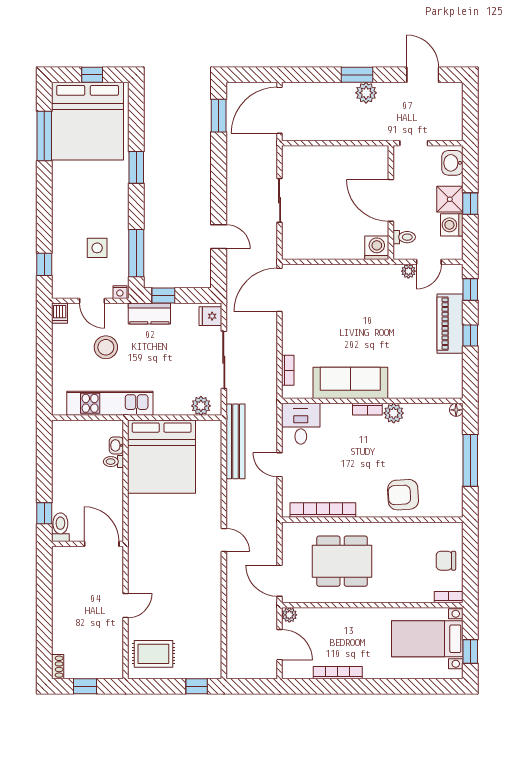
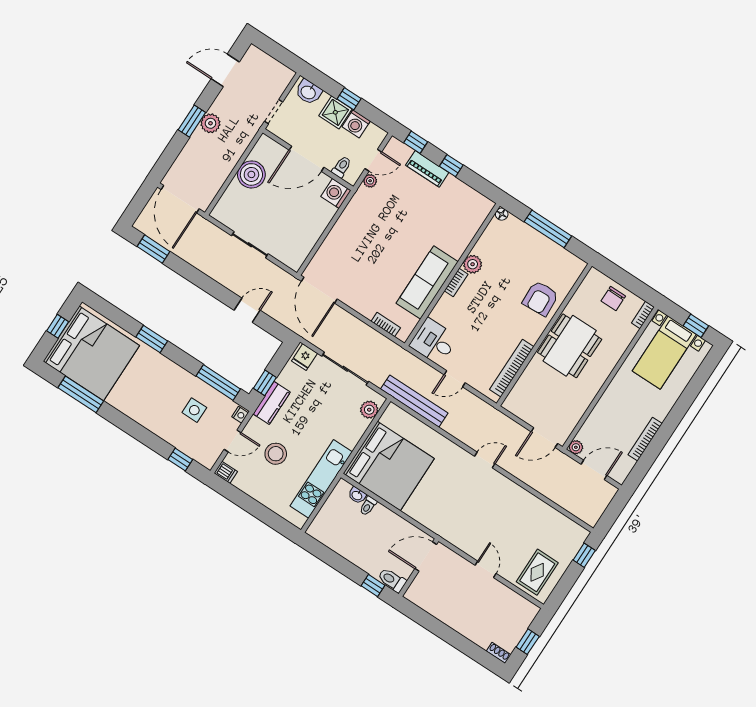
boiler: (344, 160) -> (251, 174), added
door: (429, 262) -> (373, 160), hinge flipped
piano: (450, 324) -> (427, 169), width x0.73, depth x0.75
dining table: (342, 561) -> (570, 346), moved

